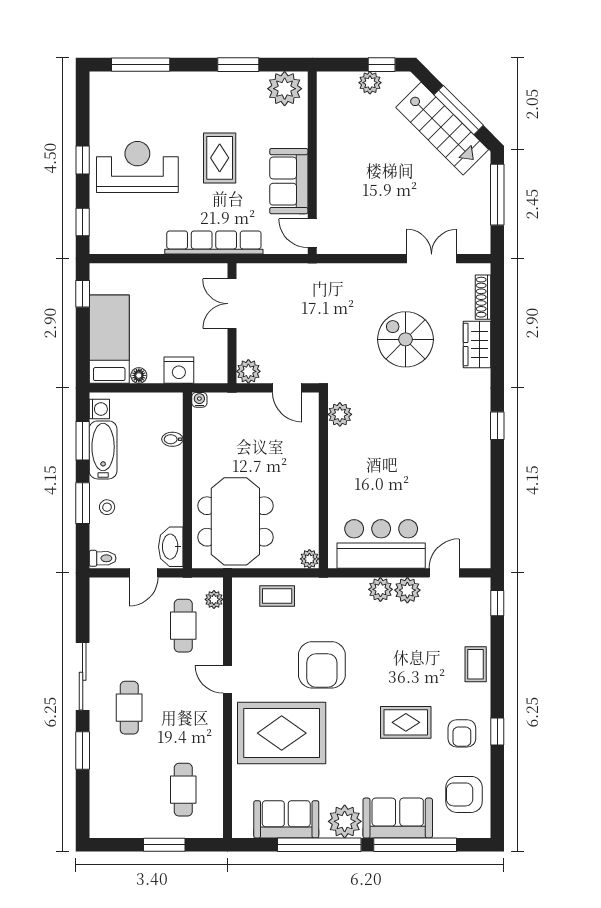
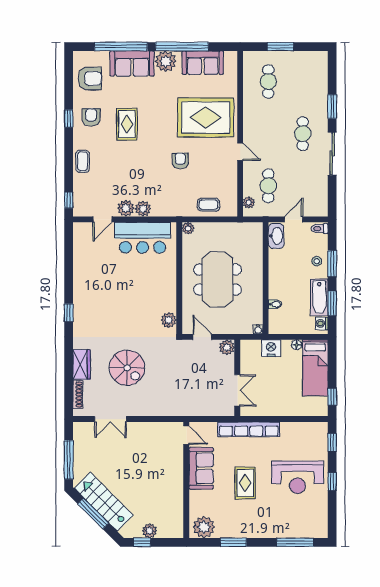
meeting table: (235, 521) -> (218, 280), moved
armchair: (322, 665) -> (180, 161), width x0.53, depth x0.53
rug: (406, 722) -> (127, 124), turned 90

